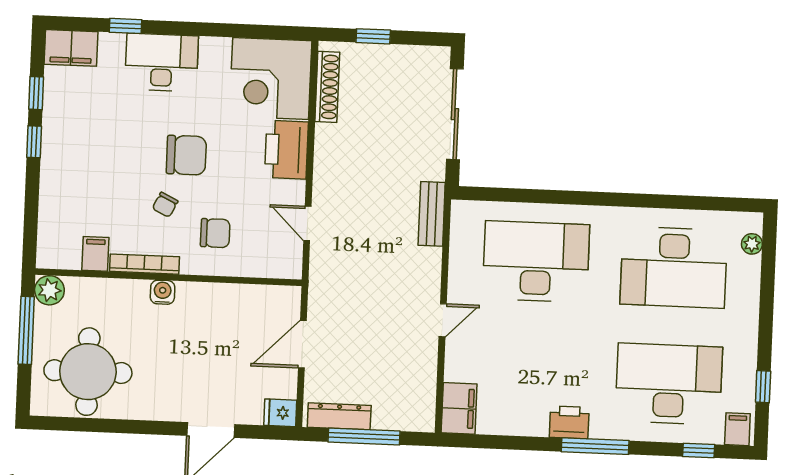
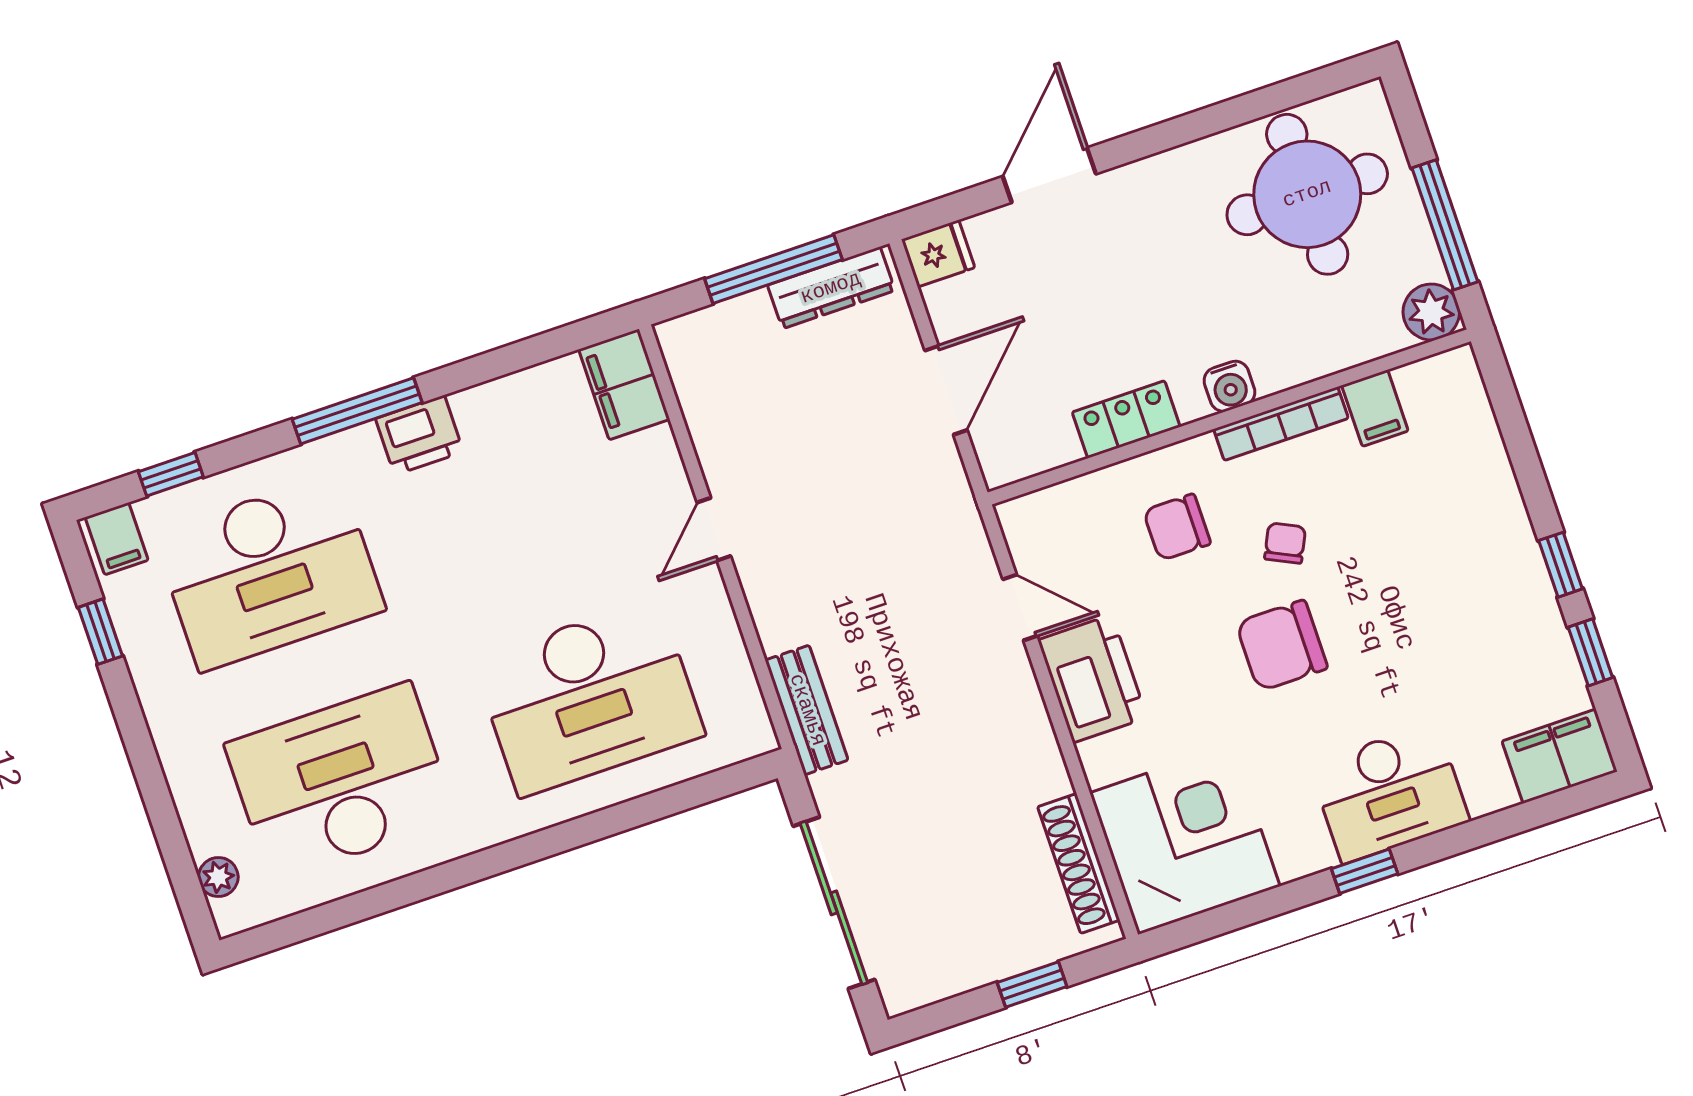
window: (125, 26) -> (1365, 871), moved
printer: (287, 150) -> (1092, 679), moved
locker: (220, 296) -> (1126, 419), added

